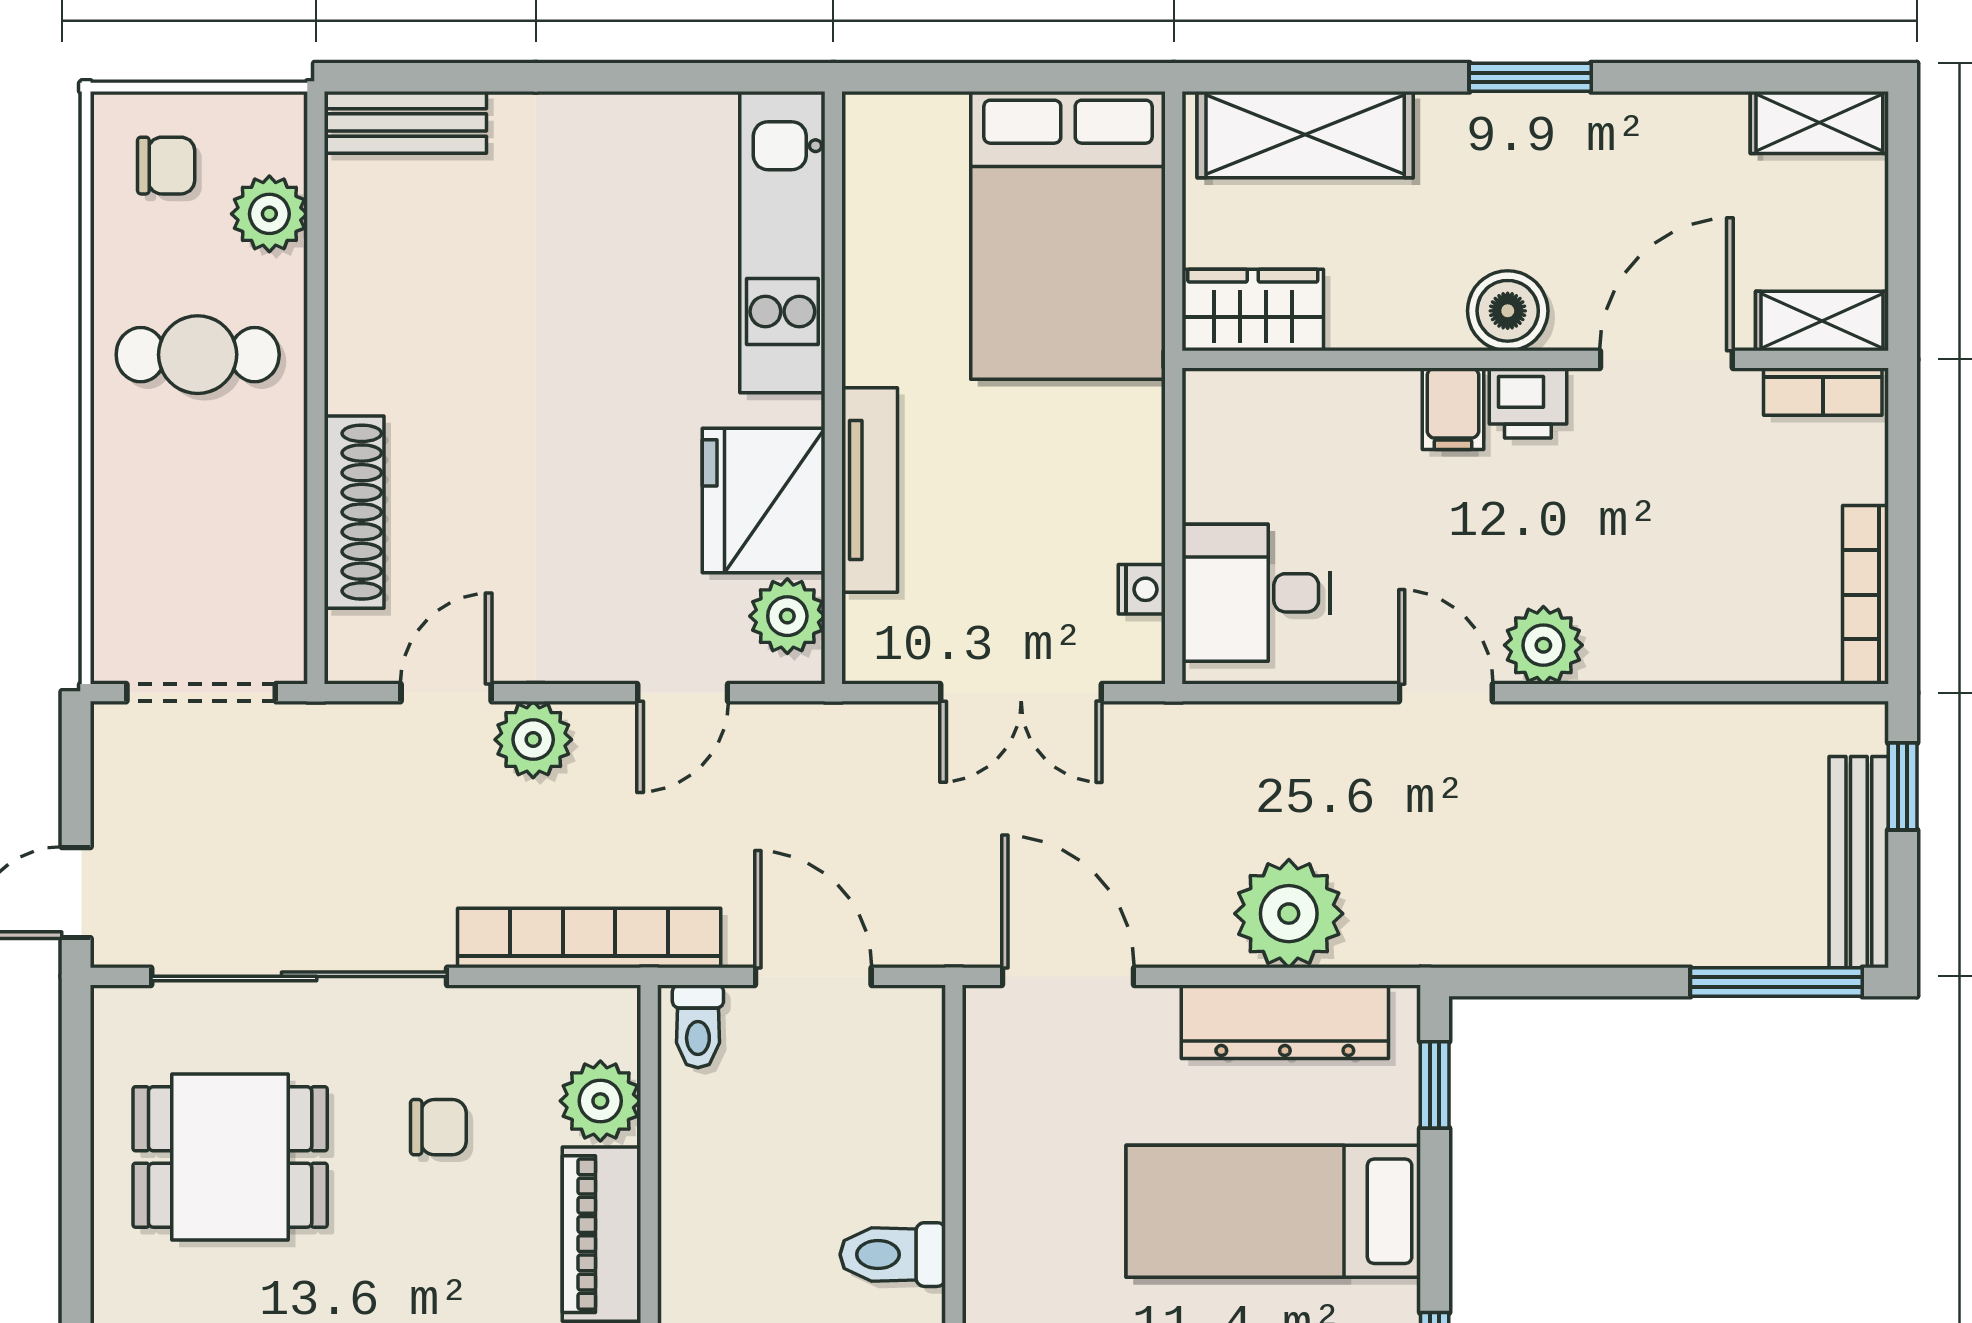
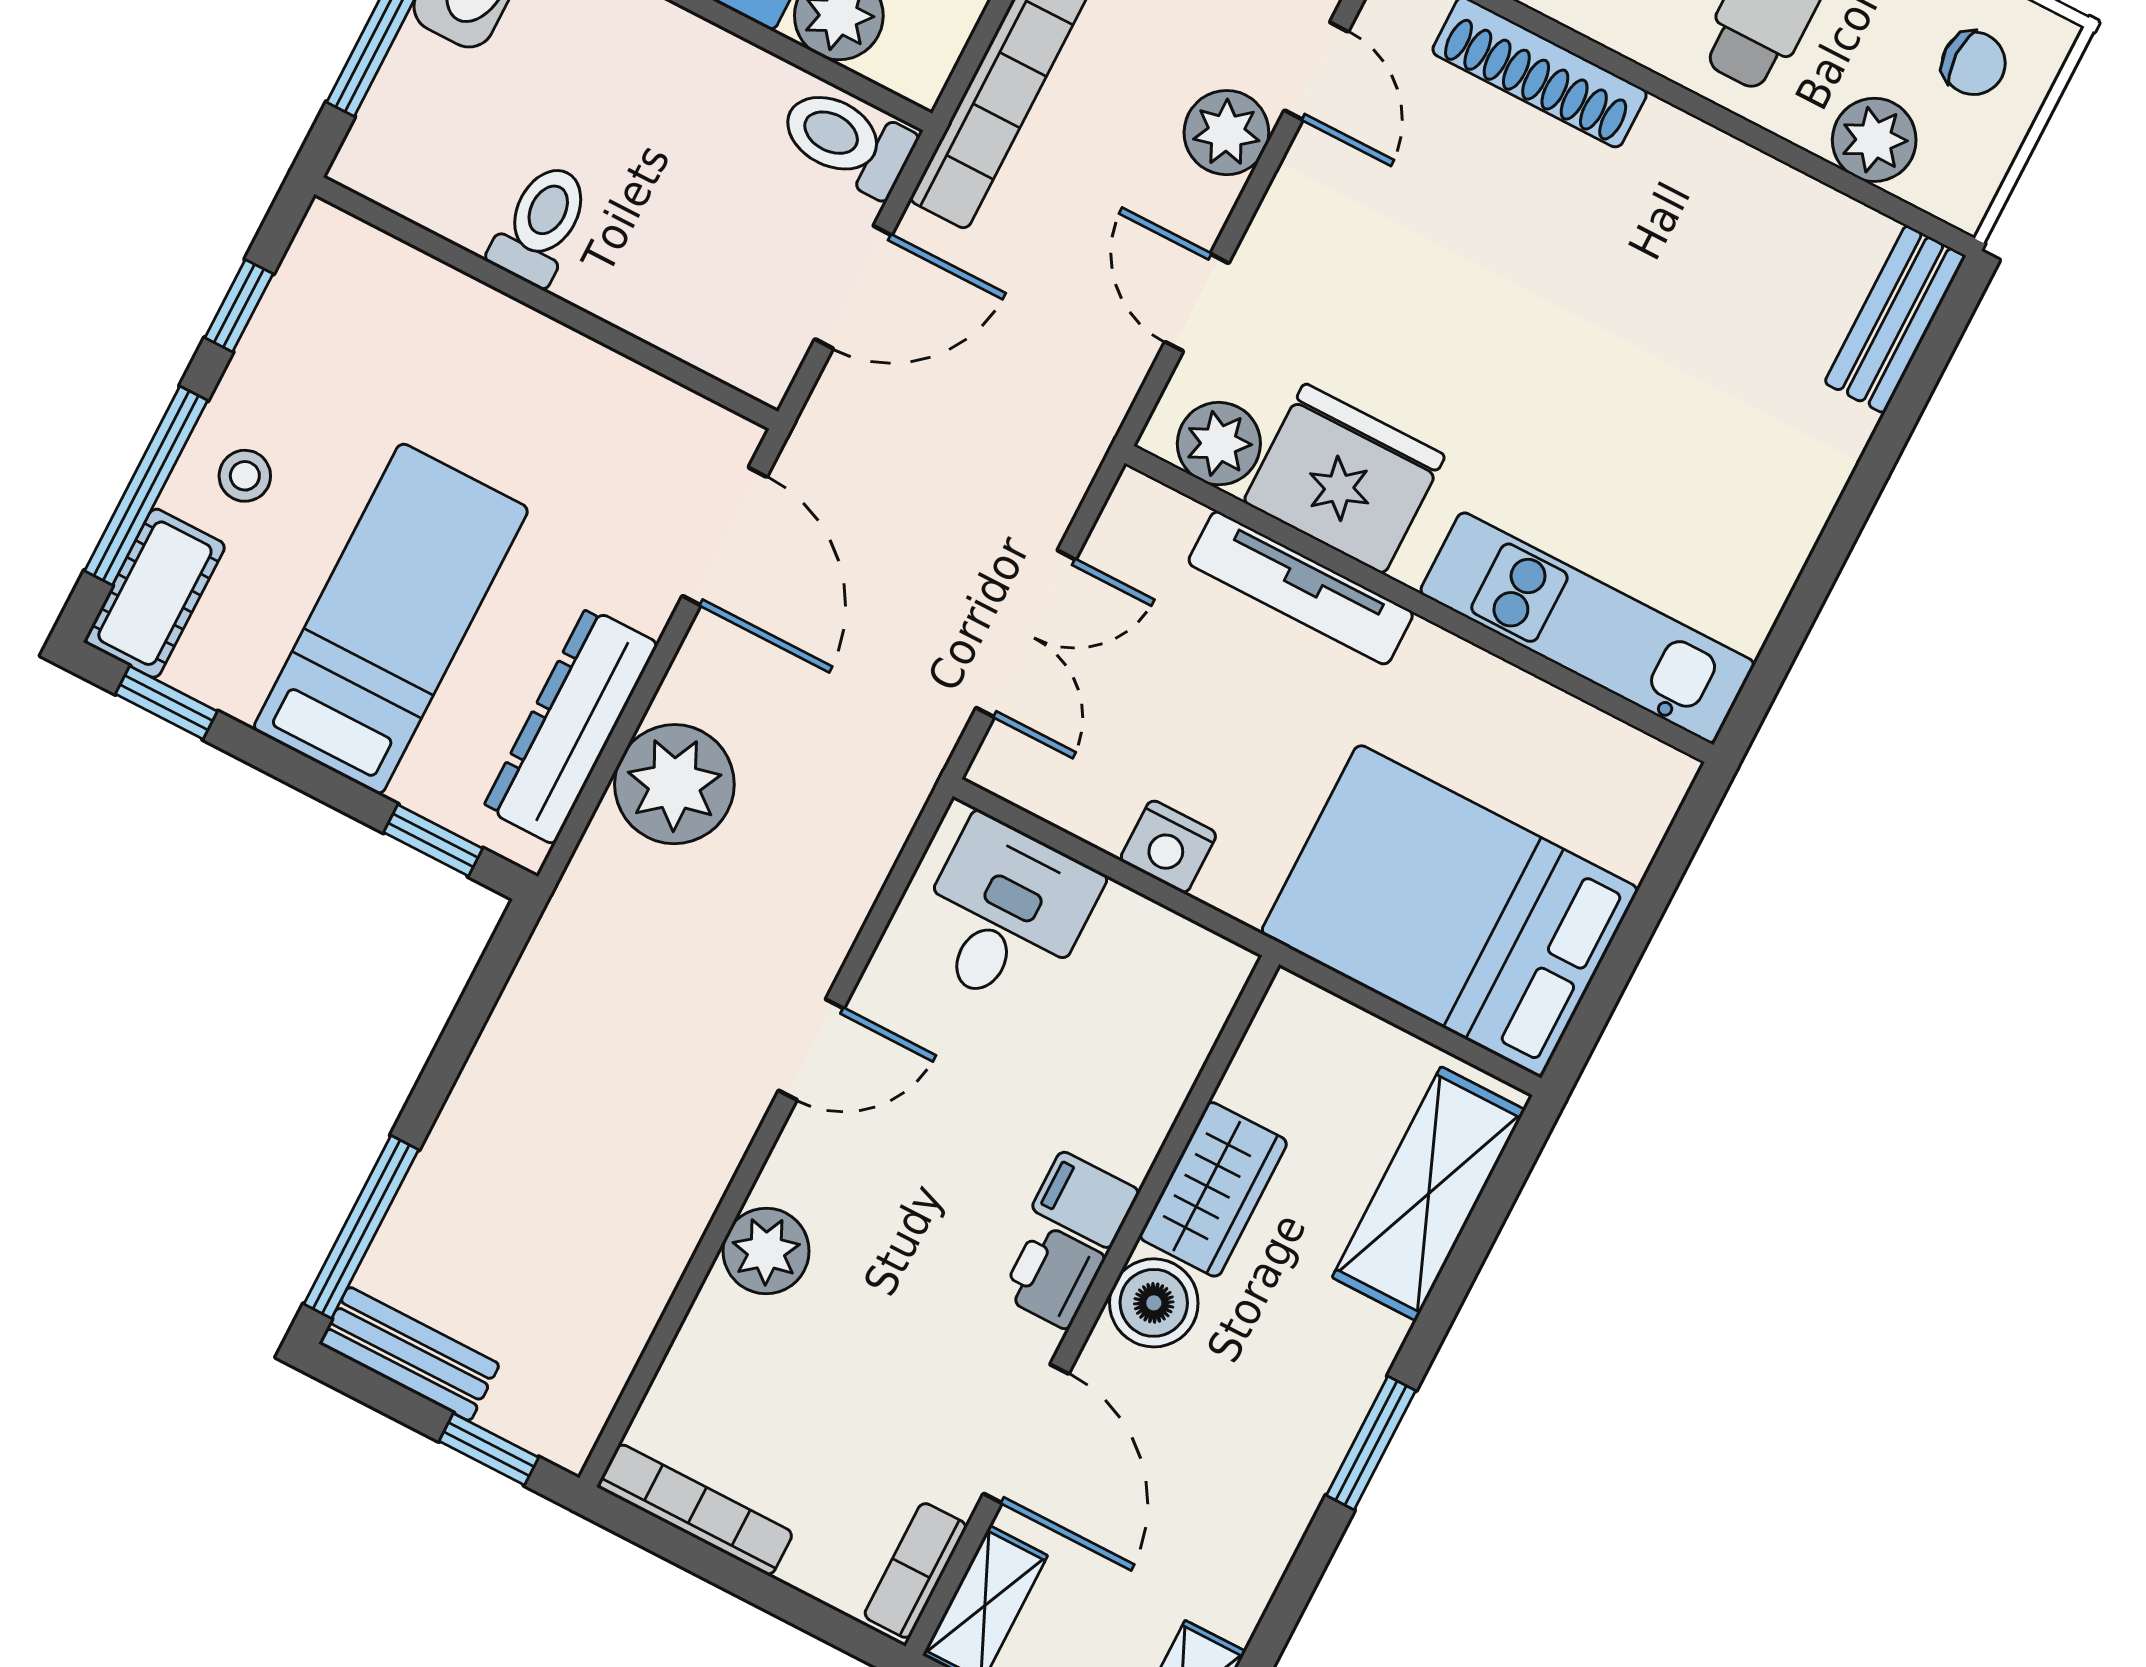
chair: (166, 166) -> (1974, 63), turned -90
wardrobe: (1253, 310) -> (1213, 1189), moved
nightstand: (1142, 589) -> (1168, 847), moved, width x1.39, depth x1.35
plant: (1543, 645) -> (766, 1251), moved
double door: (1021, 693) -> (1026, 634), swing flipped
bench: (1859, 862) -> (409, 1354), width x0.73
door: (1068, 976) -> (725, 536), hinge flipped
toilet: (698, 1026) -> (847, 141), width x1.37, depth x1.39

